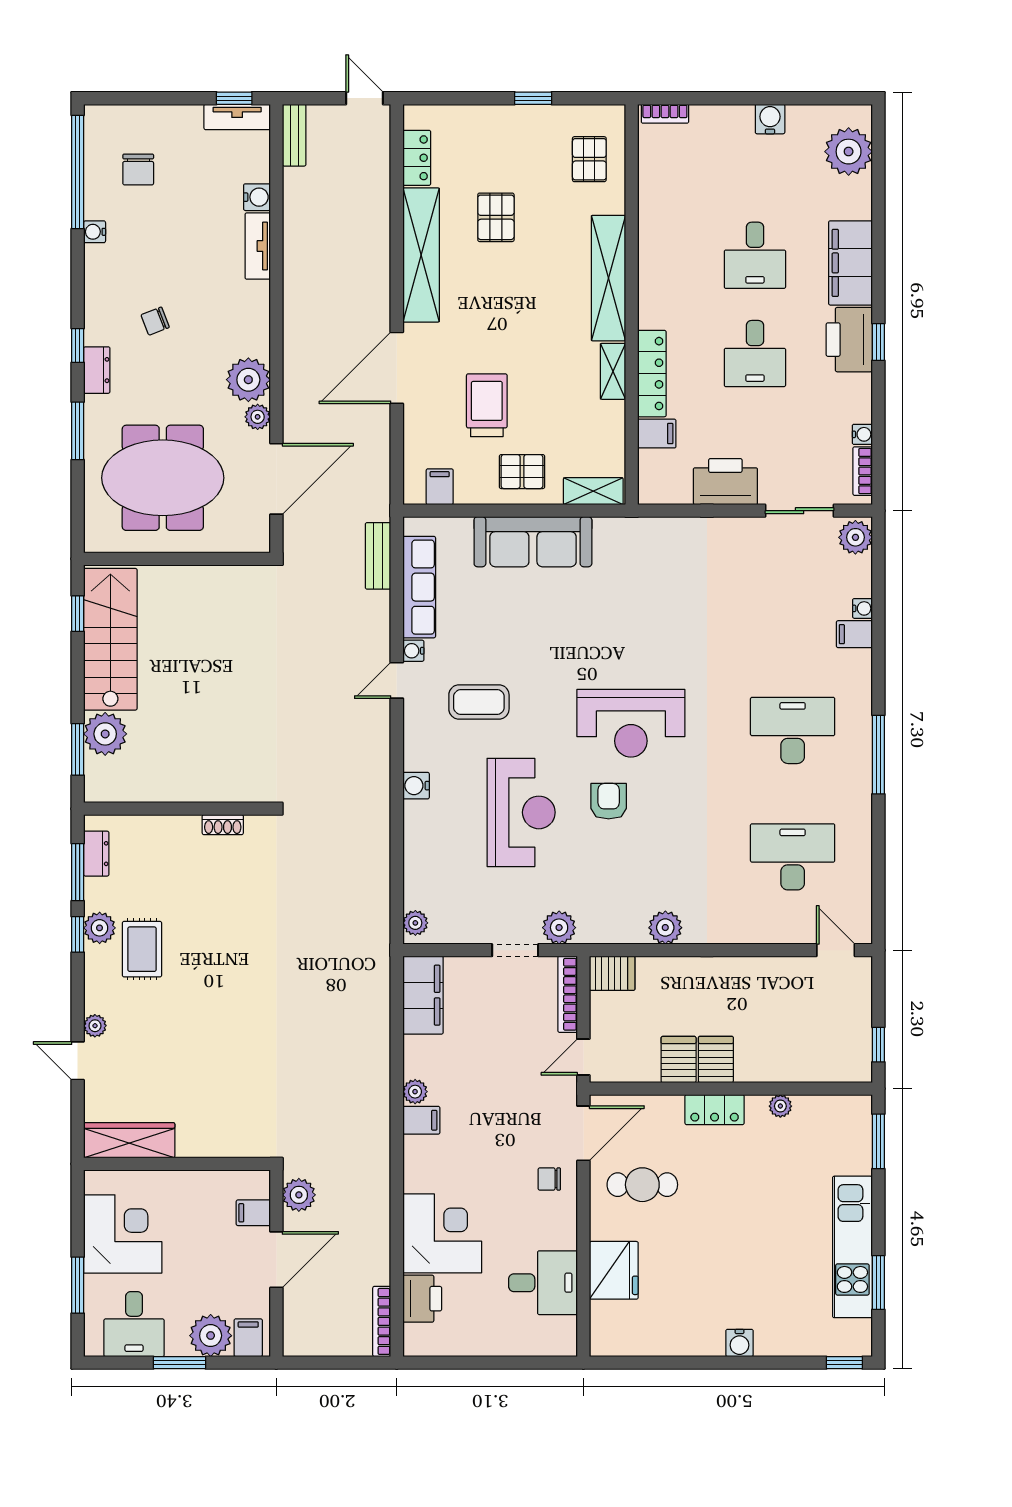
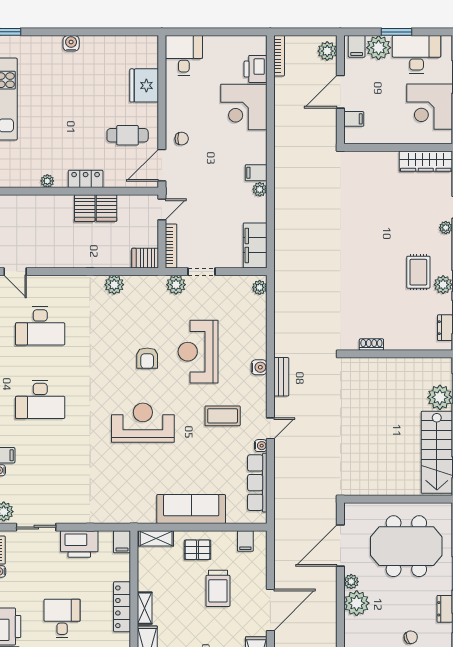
filing cabinet: (657, 434) -> (122, 542), moved, turned -90
bench: (378, 556) -> (281, 377), moved
reception desk: (631, 723) -> (143, 423), moved
plant: (299, 1195) -> (327, 51), moved
desk: (543, 1283) -> (184, 55), moved, turned 90
desk: (134, 1324) -> (417, 54), width x1.37

